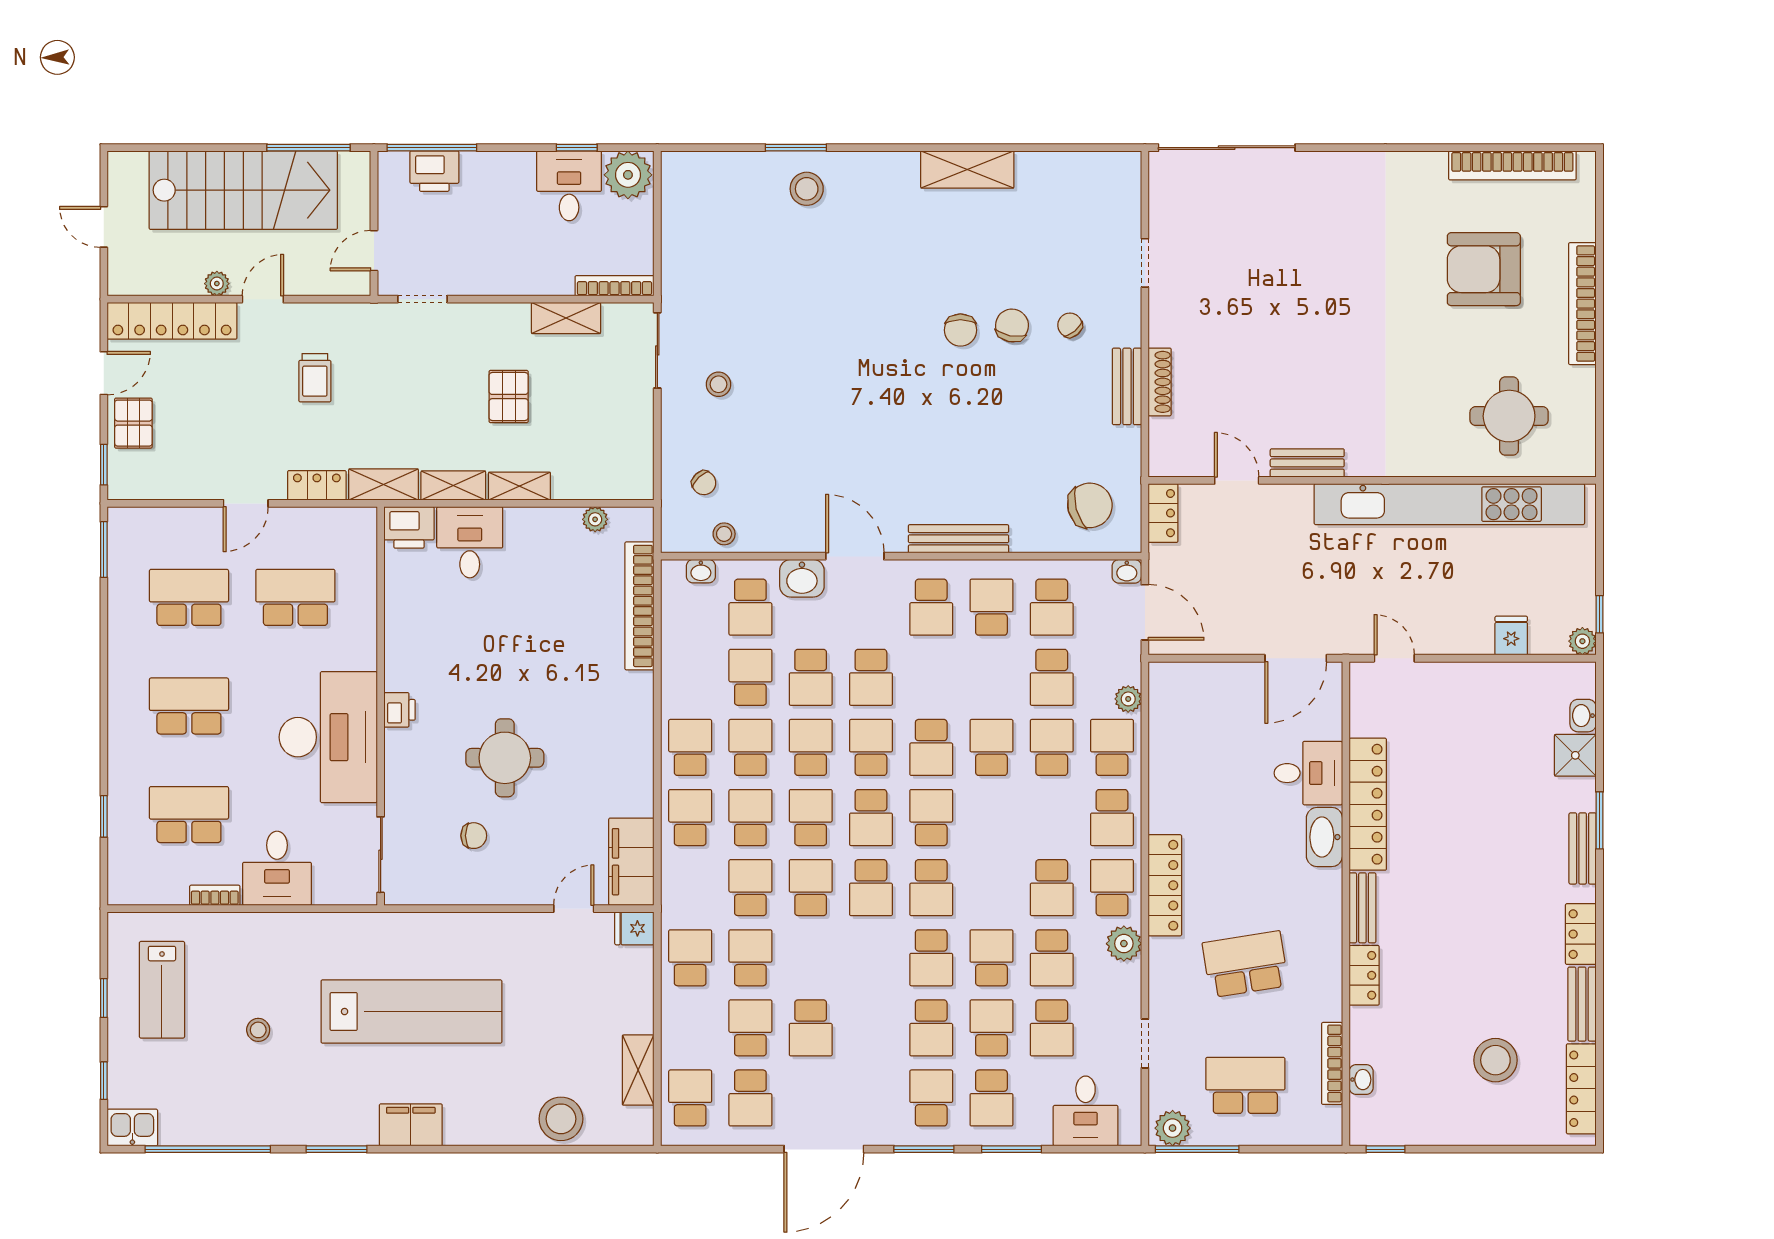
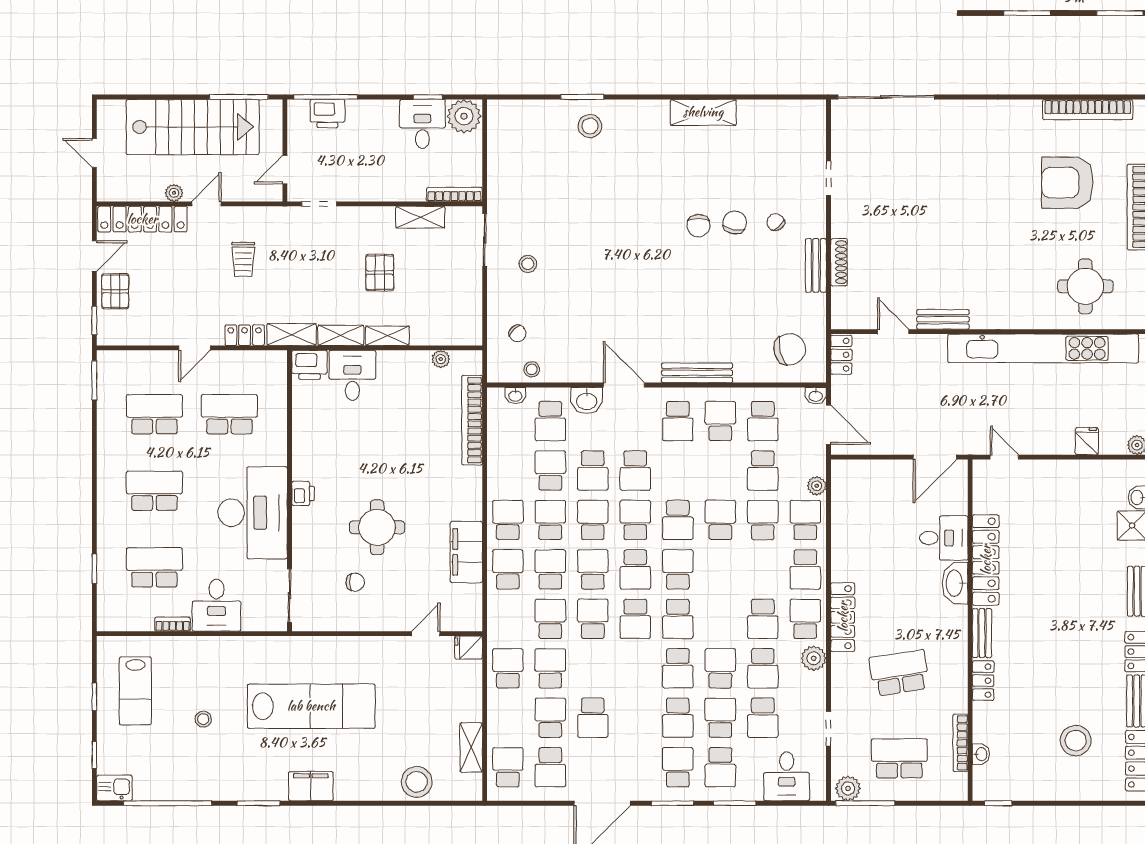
filing cabinet: (631, 862) -> (466, 552), moved

